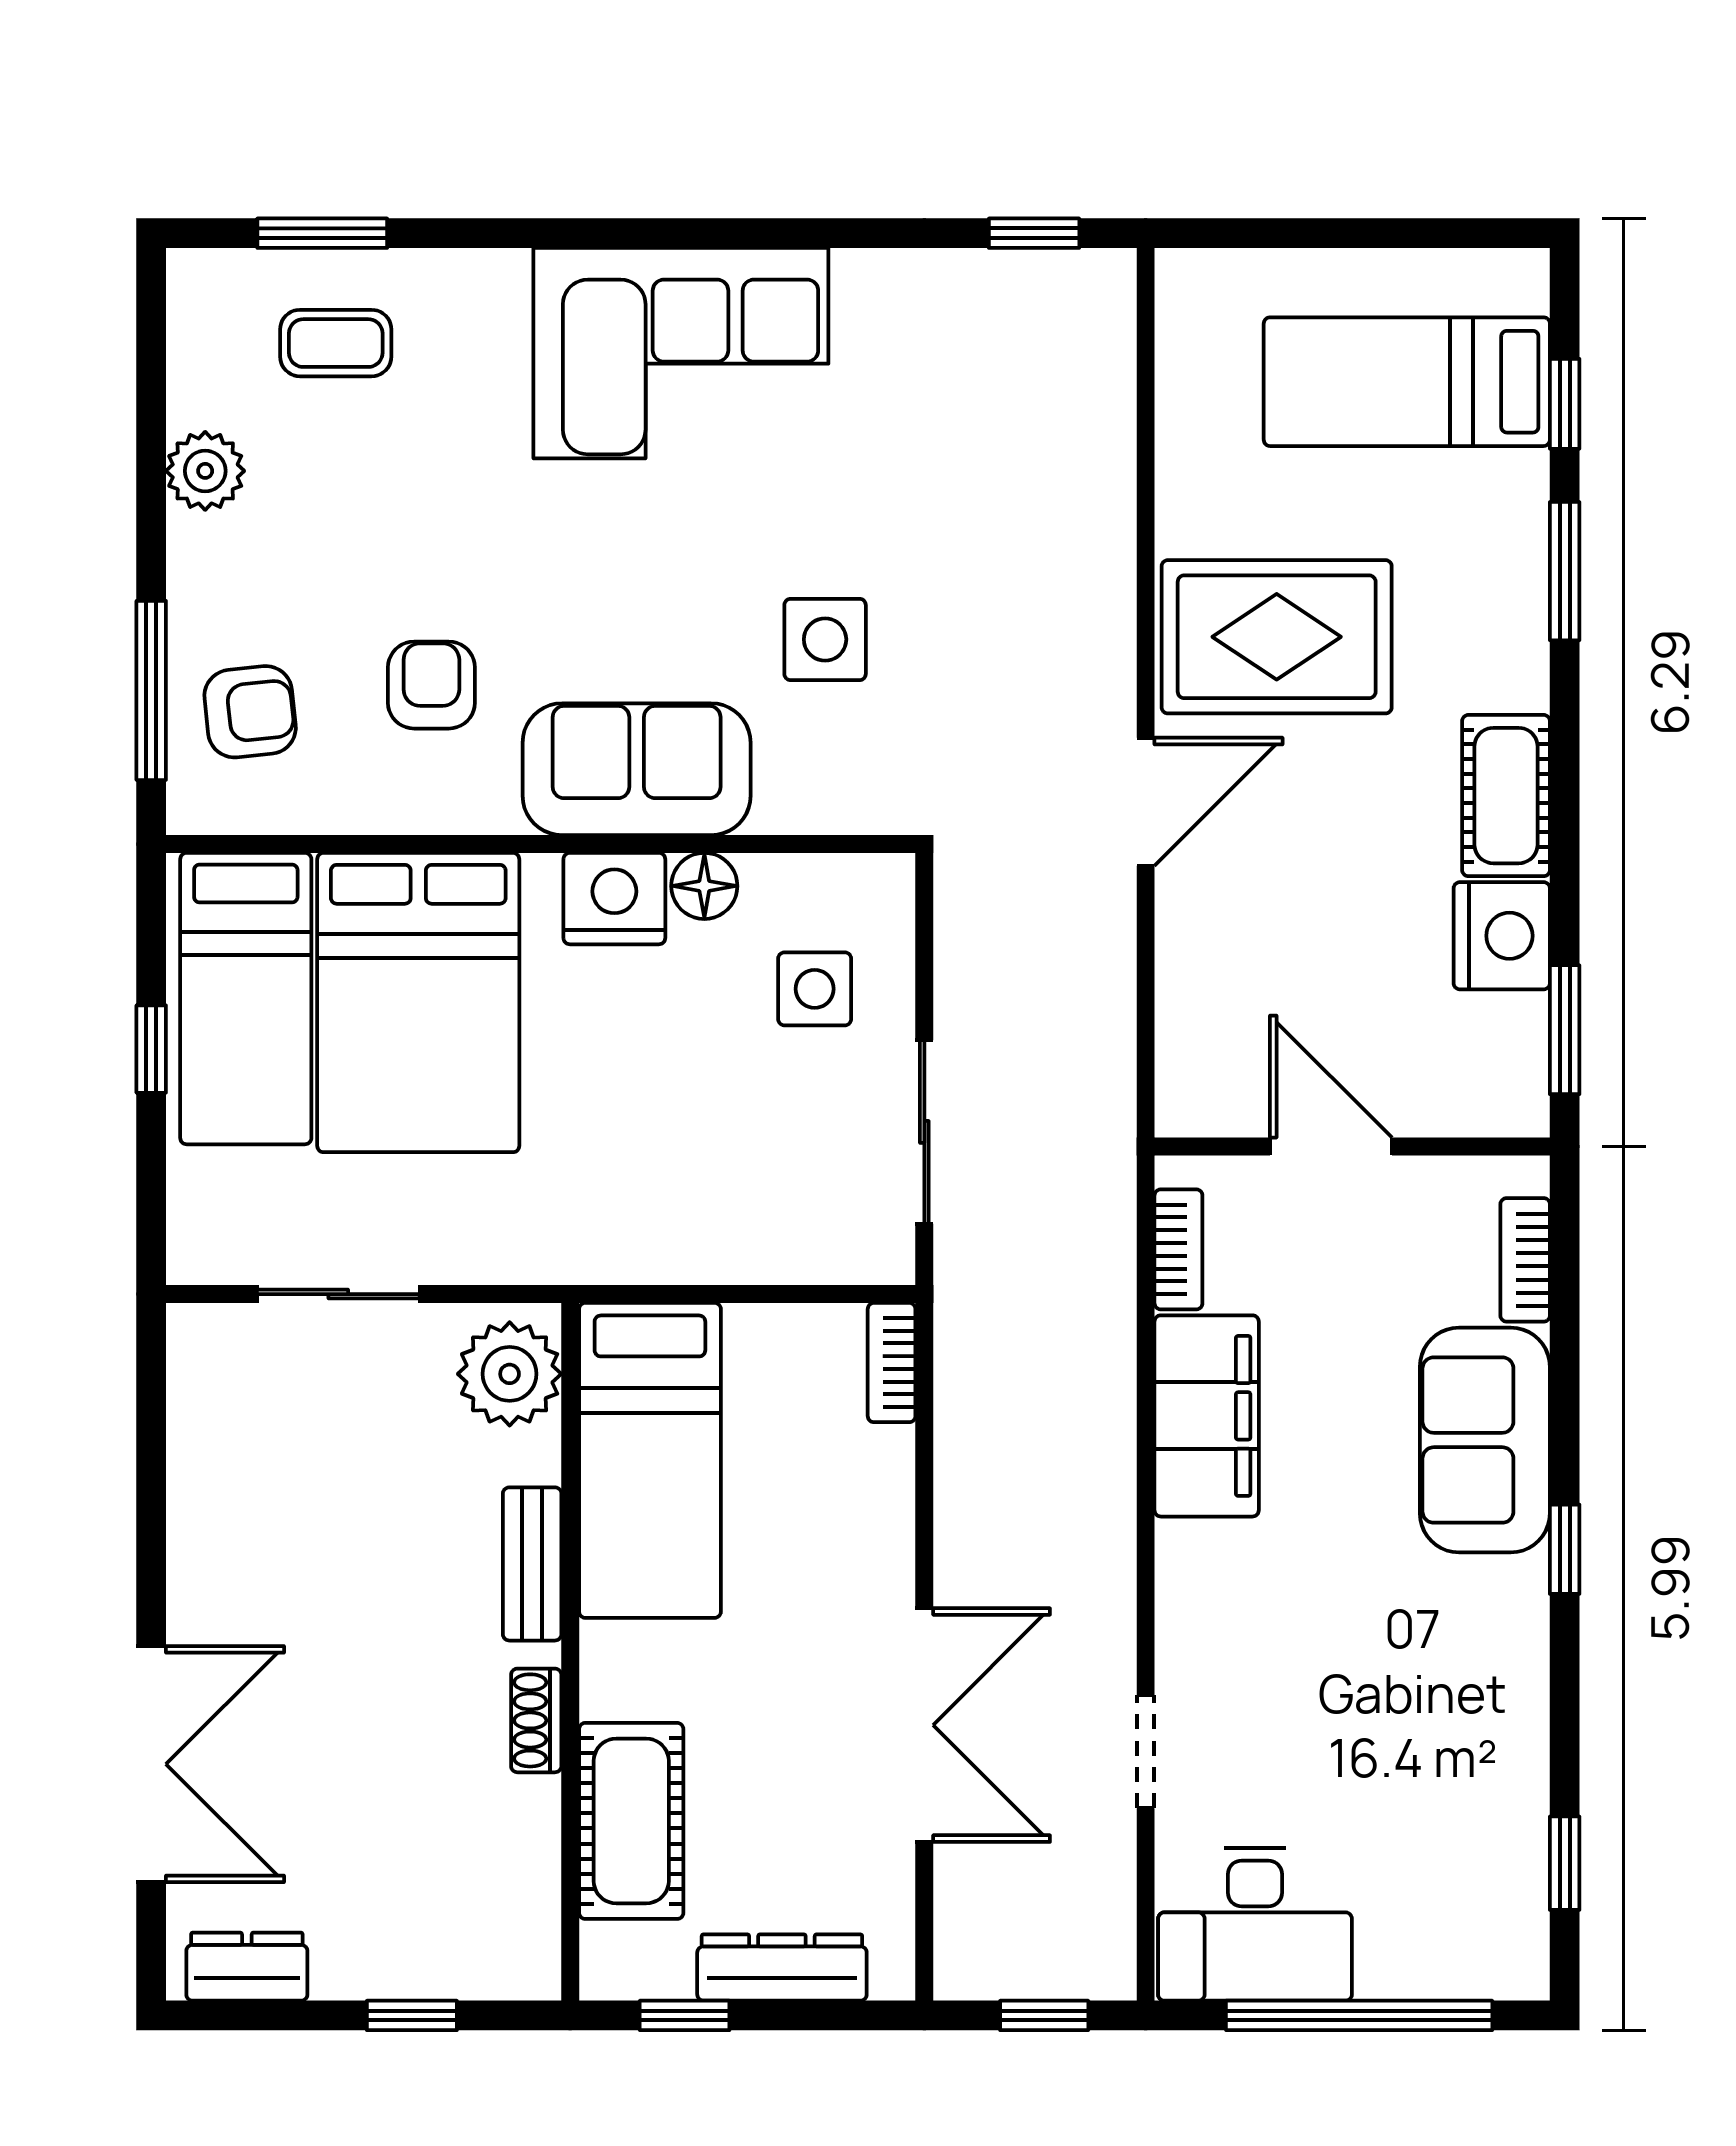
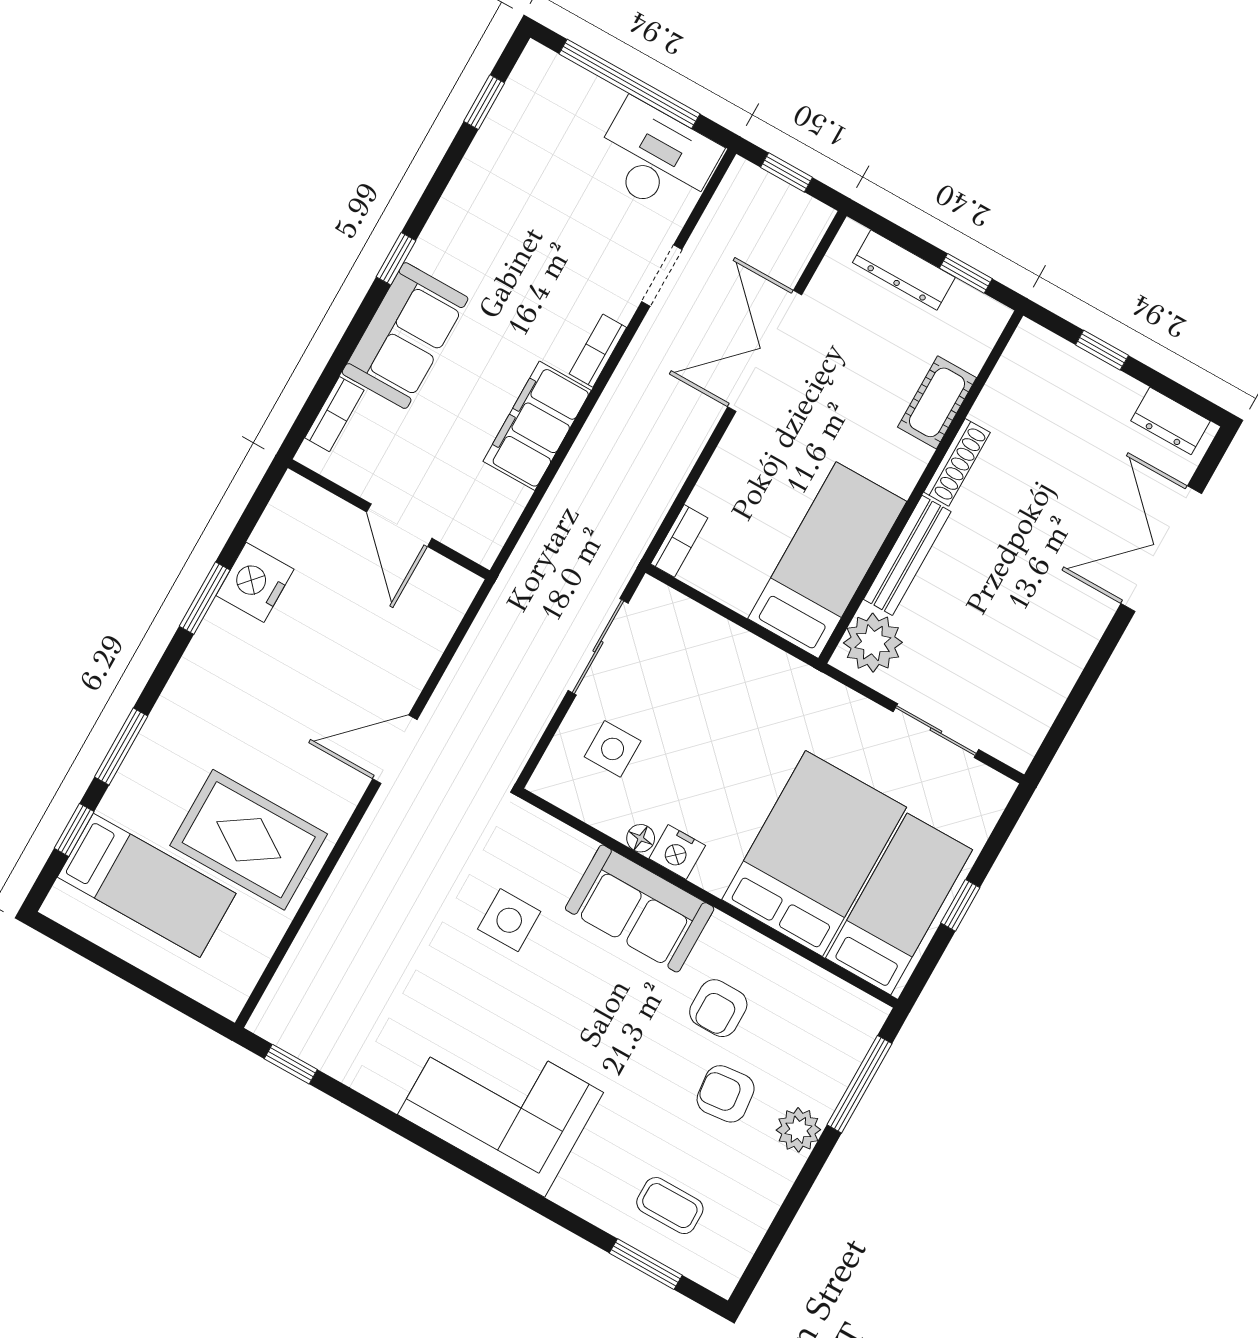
plant: (205, 471) -> (798, 1130), moved
rug: (1277, 637) -> (249, 840), moved
armchair: (250, 712) -> (726, 1094), moved
cot: (1506, 796) -> (213, 651), removed
floor lamp: (704, 886) -> (641, 838), width x0.73, depth x0.73
nightstand: (614, 899) -> (677, 852), width x0.74, depth x0.75
window: (1565, 1030) -> (205, 598), moved
bookcase: (1178, 1249) -> (598, 351), moved
bench: (532, 1564) -> (907, 555), width x1.36
shoe rack: (536, 1720) -> (957, 462), width x1.43
cot: (631, 1821) -> (937, 402), width x0.73, depth x0.75

